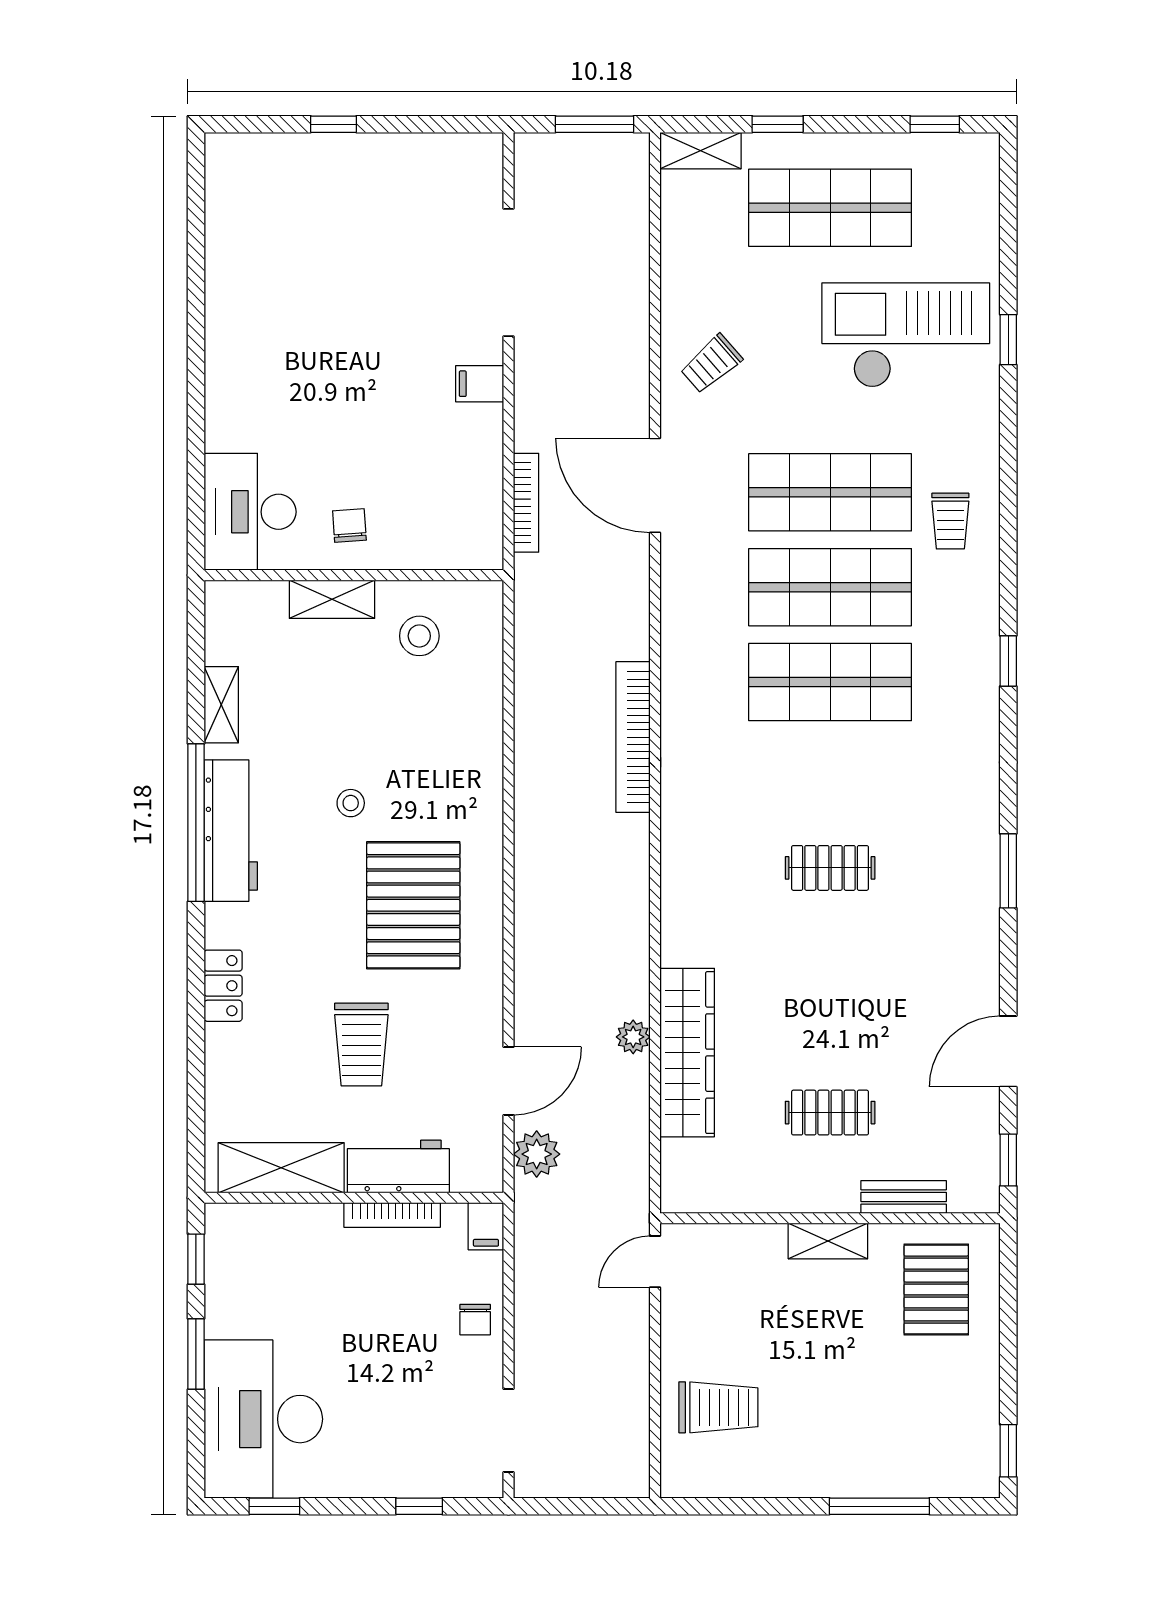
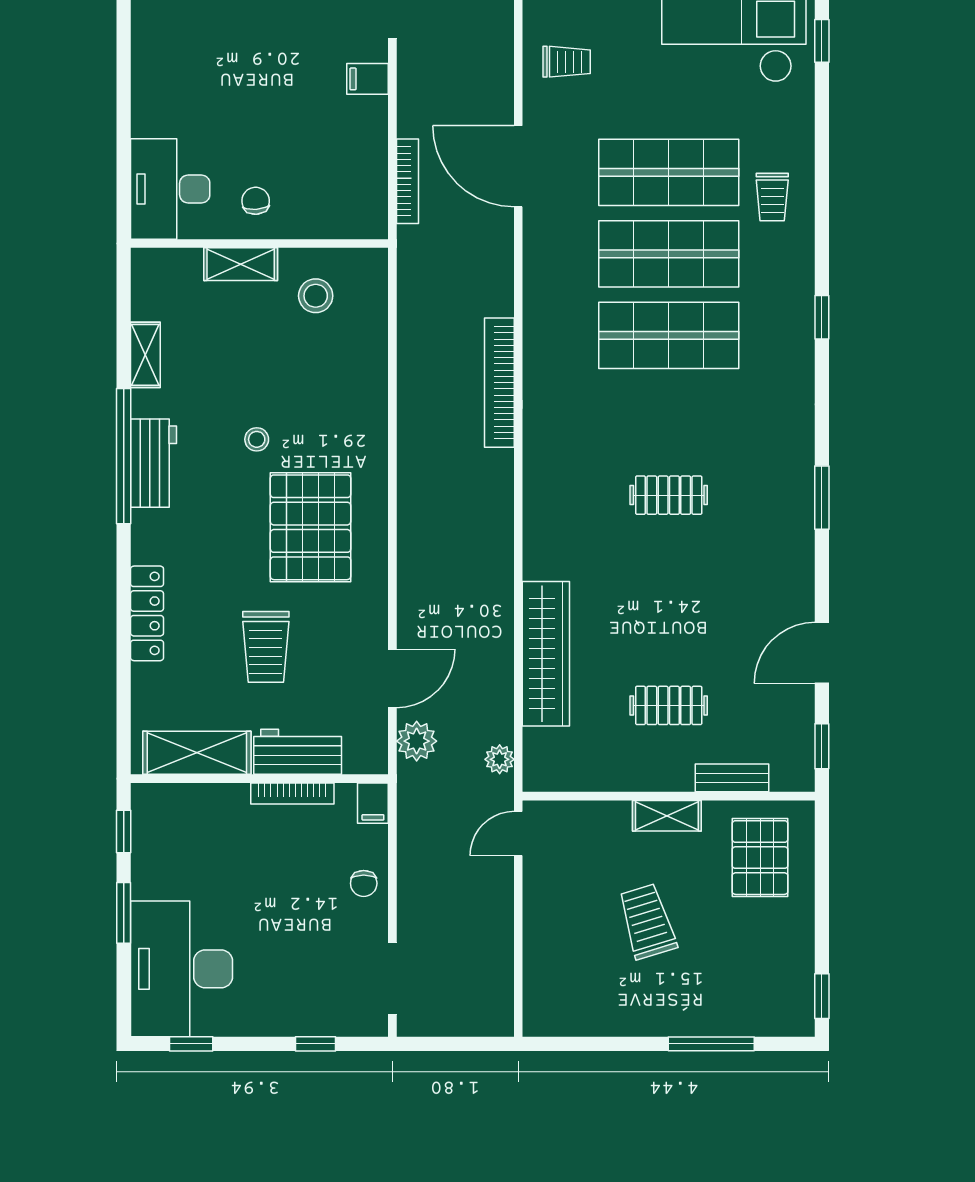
trolley: (711, 364) -> (567, 62), turned -139
workbench: (231, 831) -> (154, 463), width x0.73
locker: (223, 986) -> (147, 613), width x1.53
plant: (633, 1037) -> (500, 759), moved
trolley: (718, 1407) -> (647, 922), moved, turned -107

